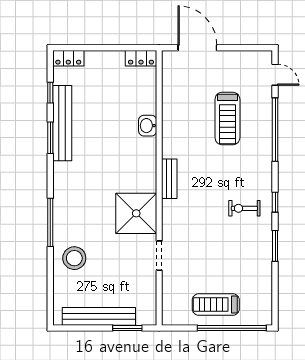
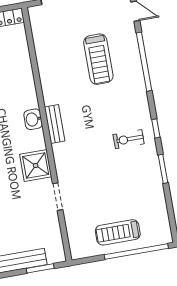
washbasin: (148, 126) -> (33, 119), moved
shower: (136, 213) -> (36, 166), width x0.73, depth x0.73

